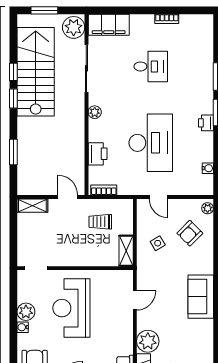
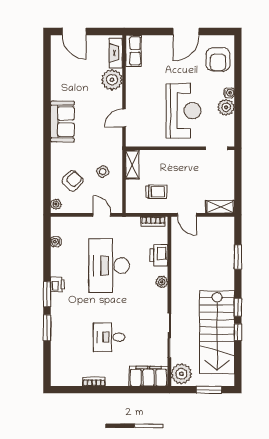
plant: (95, 112) -> (162, 282), moved

